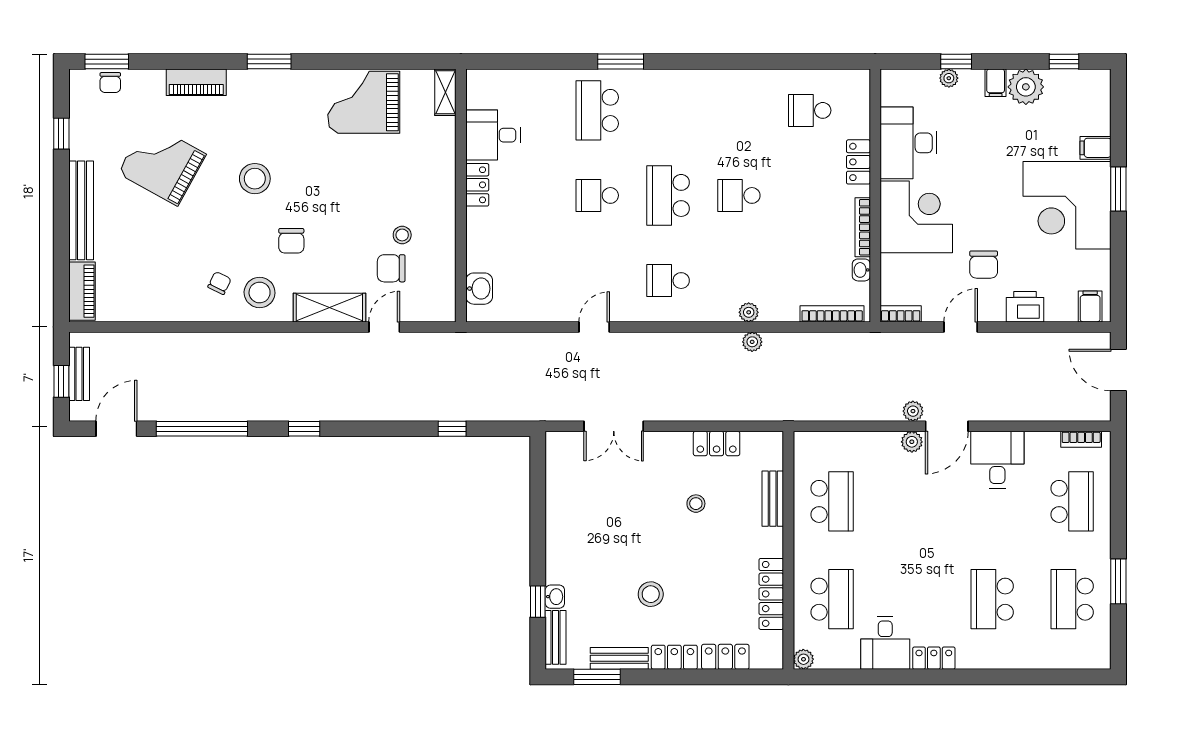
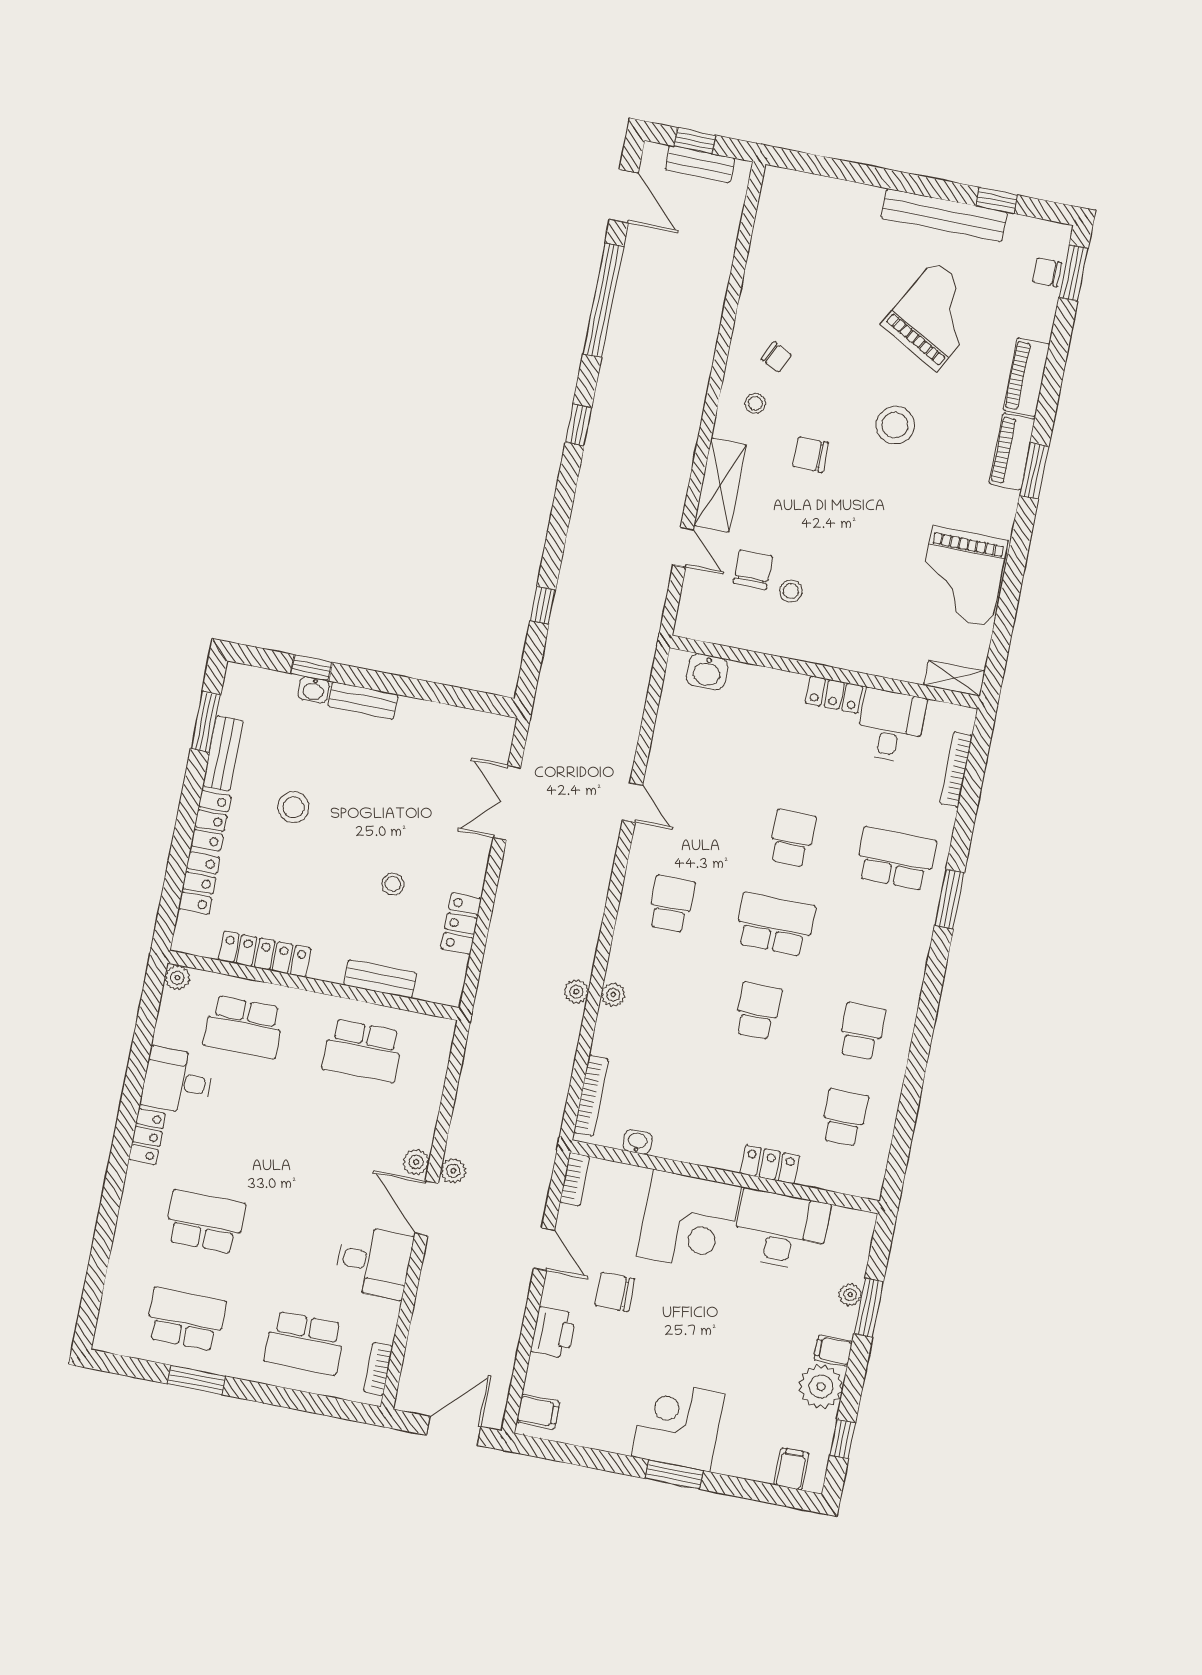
window: (956, 62) -> (869, 1308), width x1.50
grand piano: (364, 102) -> (962, 576), turned 180
school desk: (739, 110) -> (861, 1031), added
filing cabinet: (1096, 148) -> (791, 1469), moved
corner desk: (1067, 205) -> (678, 1425), width x0.74, depth x0.74
bench: (81, 210) -> (944, 215), moved
bookcase: (863, 227) -> (956, 769), moved, turned -90
piano: (82, 291) -> (1012, 452), moved, turned 90
stool: (260, 292) -> (755, 403), width x0.53, depth x0.53
bench: (556, 637) -> (363, 700), moved

